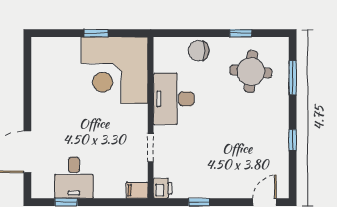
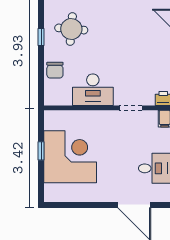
corner desk: (115, 70) -> (70, 157), moved, turned -90

